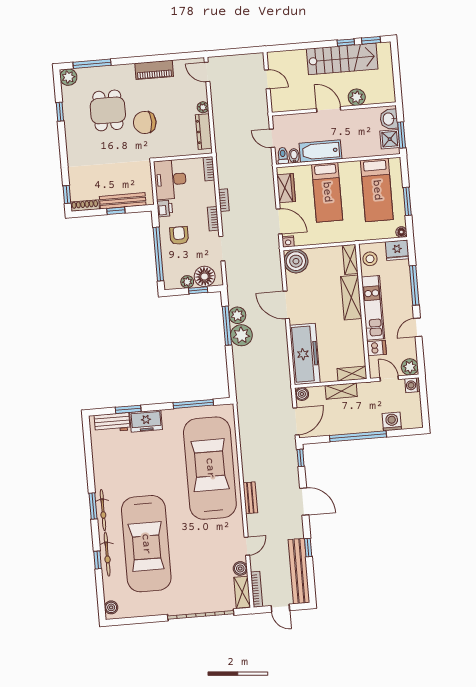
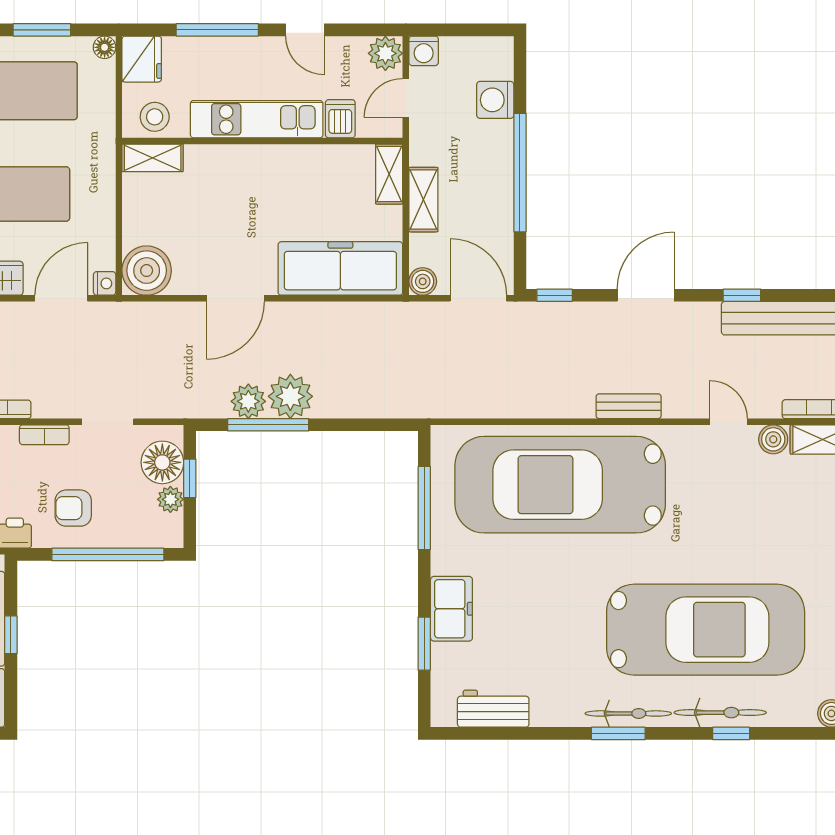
shelving: (351, 297) -> (231, 162), removed
workbench: (112, 423) -> (493, 709), moved, turned -90

